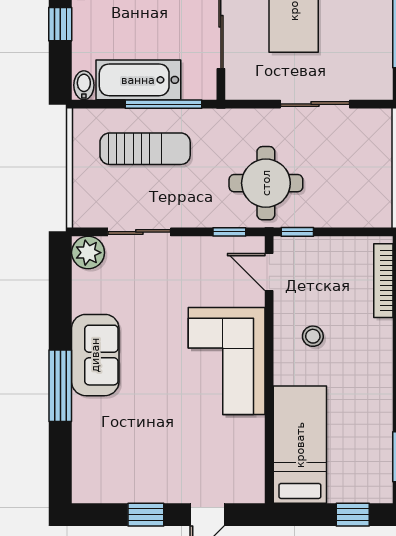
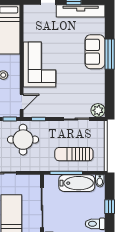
door: (269, 272) -> (22, 102), hinge flipped
sofa: (95, 355) -> (95, 52), moved
tv unit: (129, 489) -> (81, 11), added

